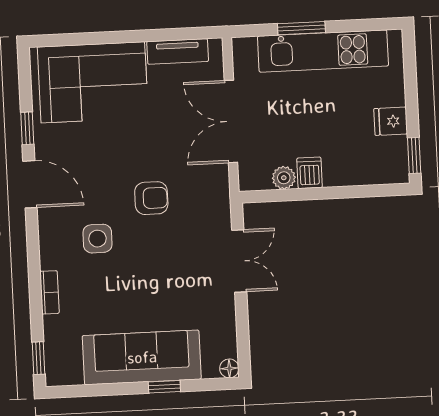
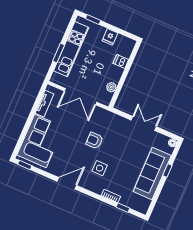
window: (27, 128) -> (25, 165), moved
window: (414, 155) -> (93, 20), moved
dishwasher: (310, 173) -> (121, 61), moved
armchair: (151, 198) -> (94, 141), turned -90
double door: (239, 261) -> (144, 123), moved
window: (38, 358) -> (123, 208), moved

